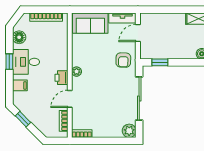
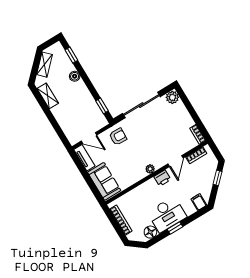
desk: (26, 62) -> (167, 214), width x1.37
filing cabinet: (20, 85) -> (199, 202), moved
door: (70, 99) -> (176, 161), hinge flipped
window: (23, 119) -> (218, 178), moved

